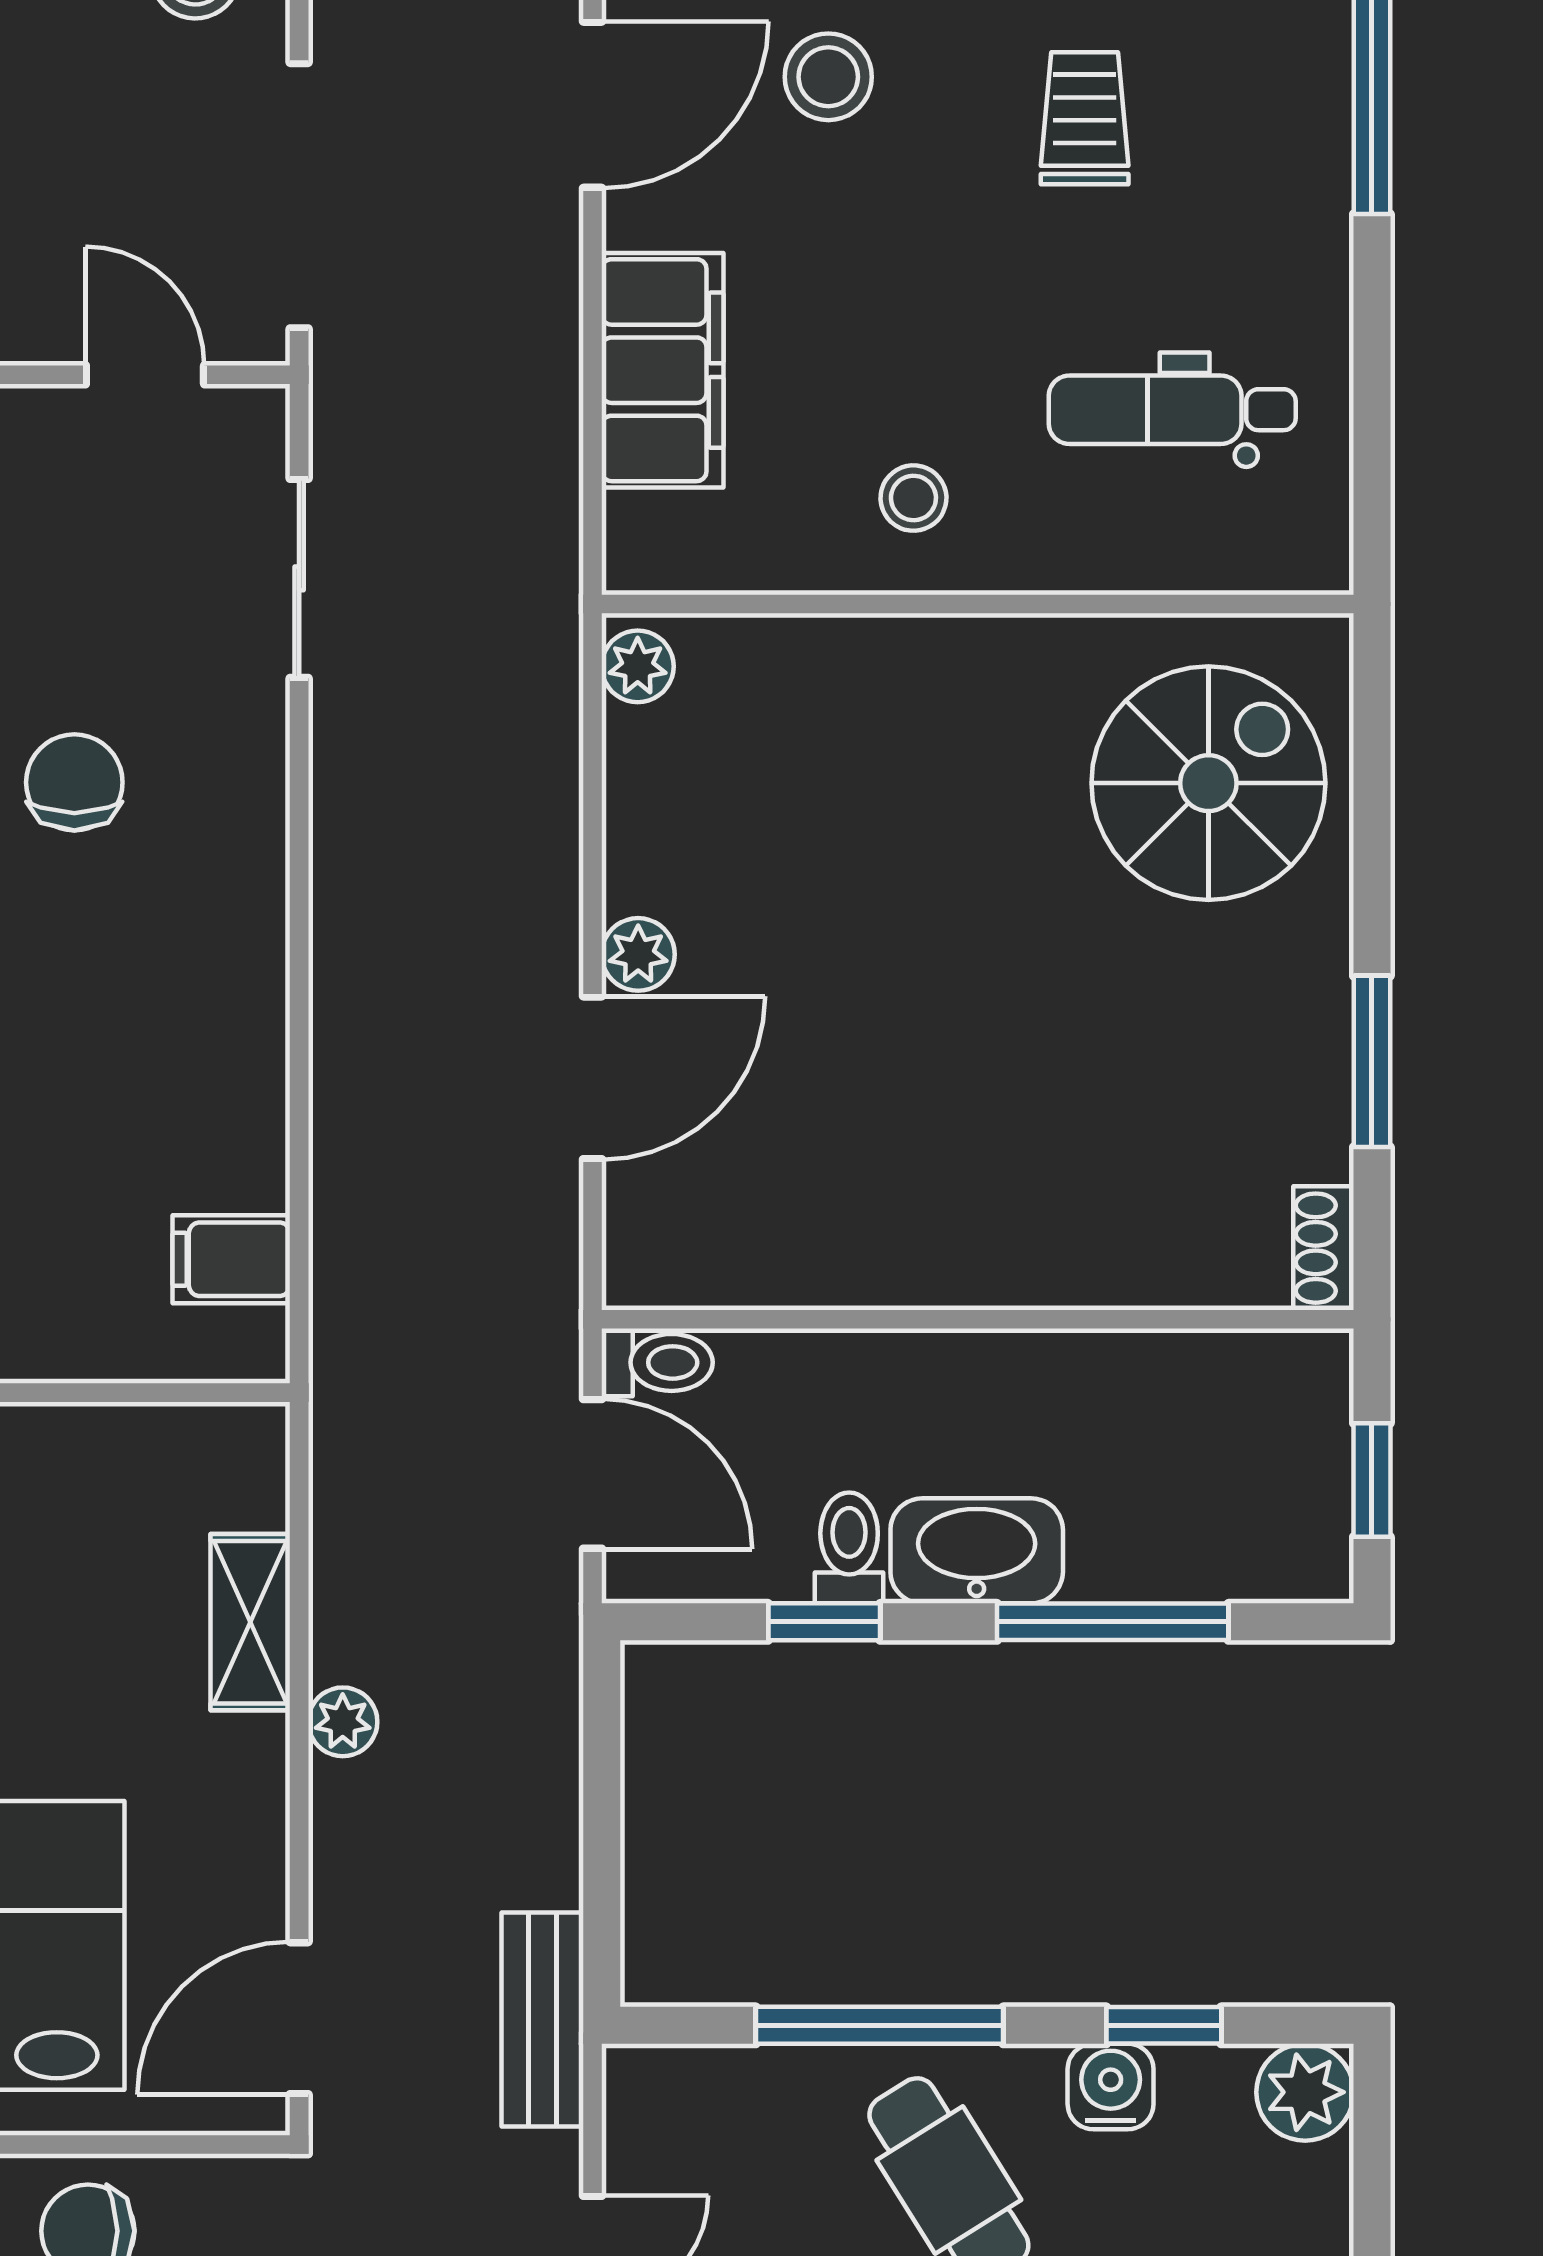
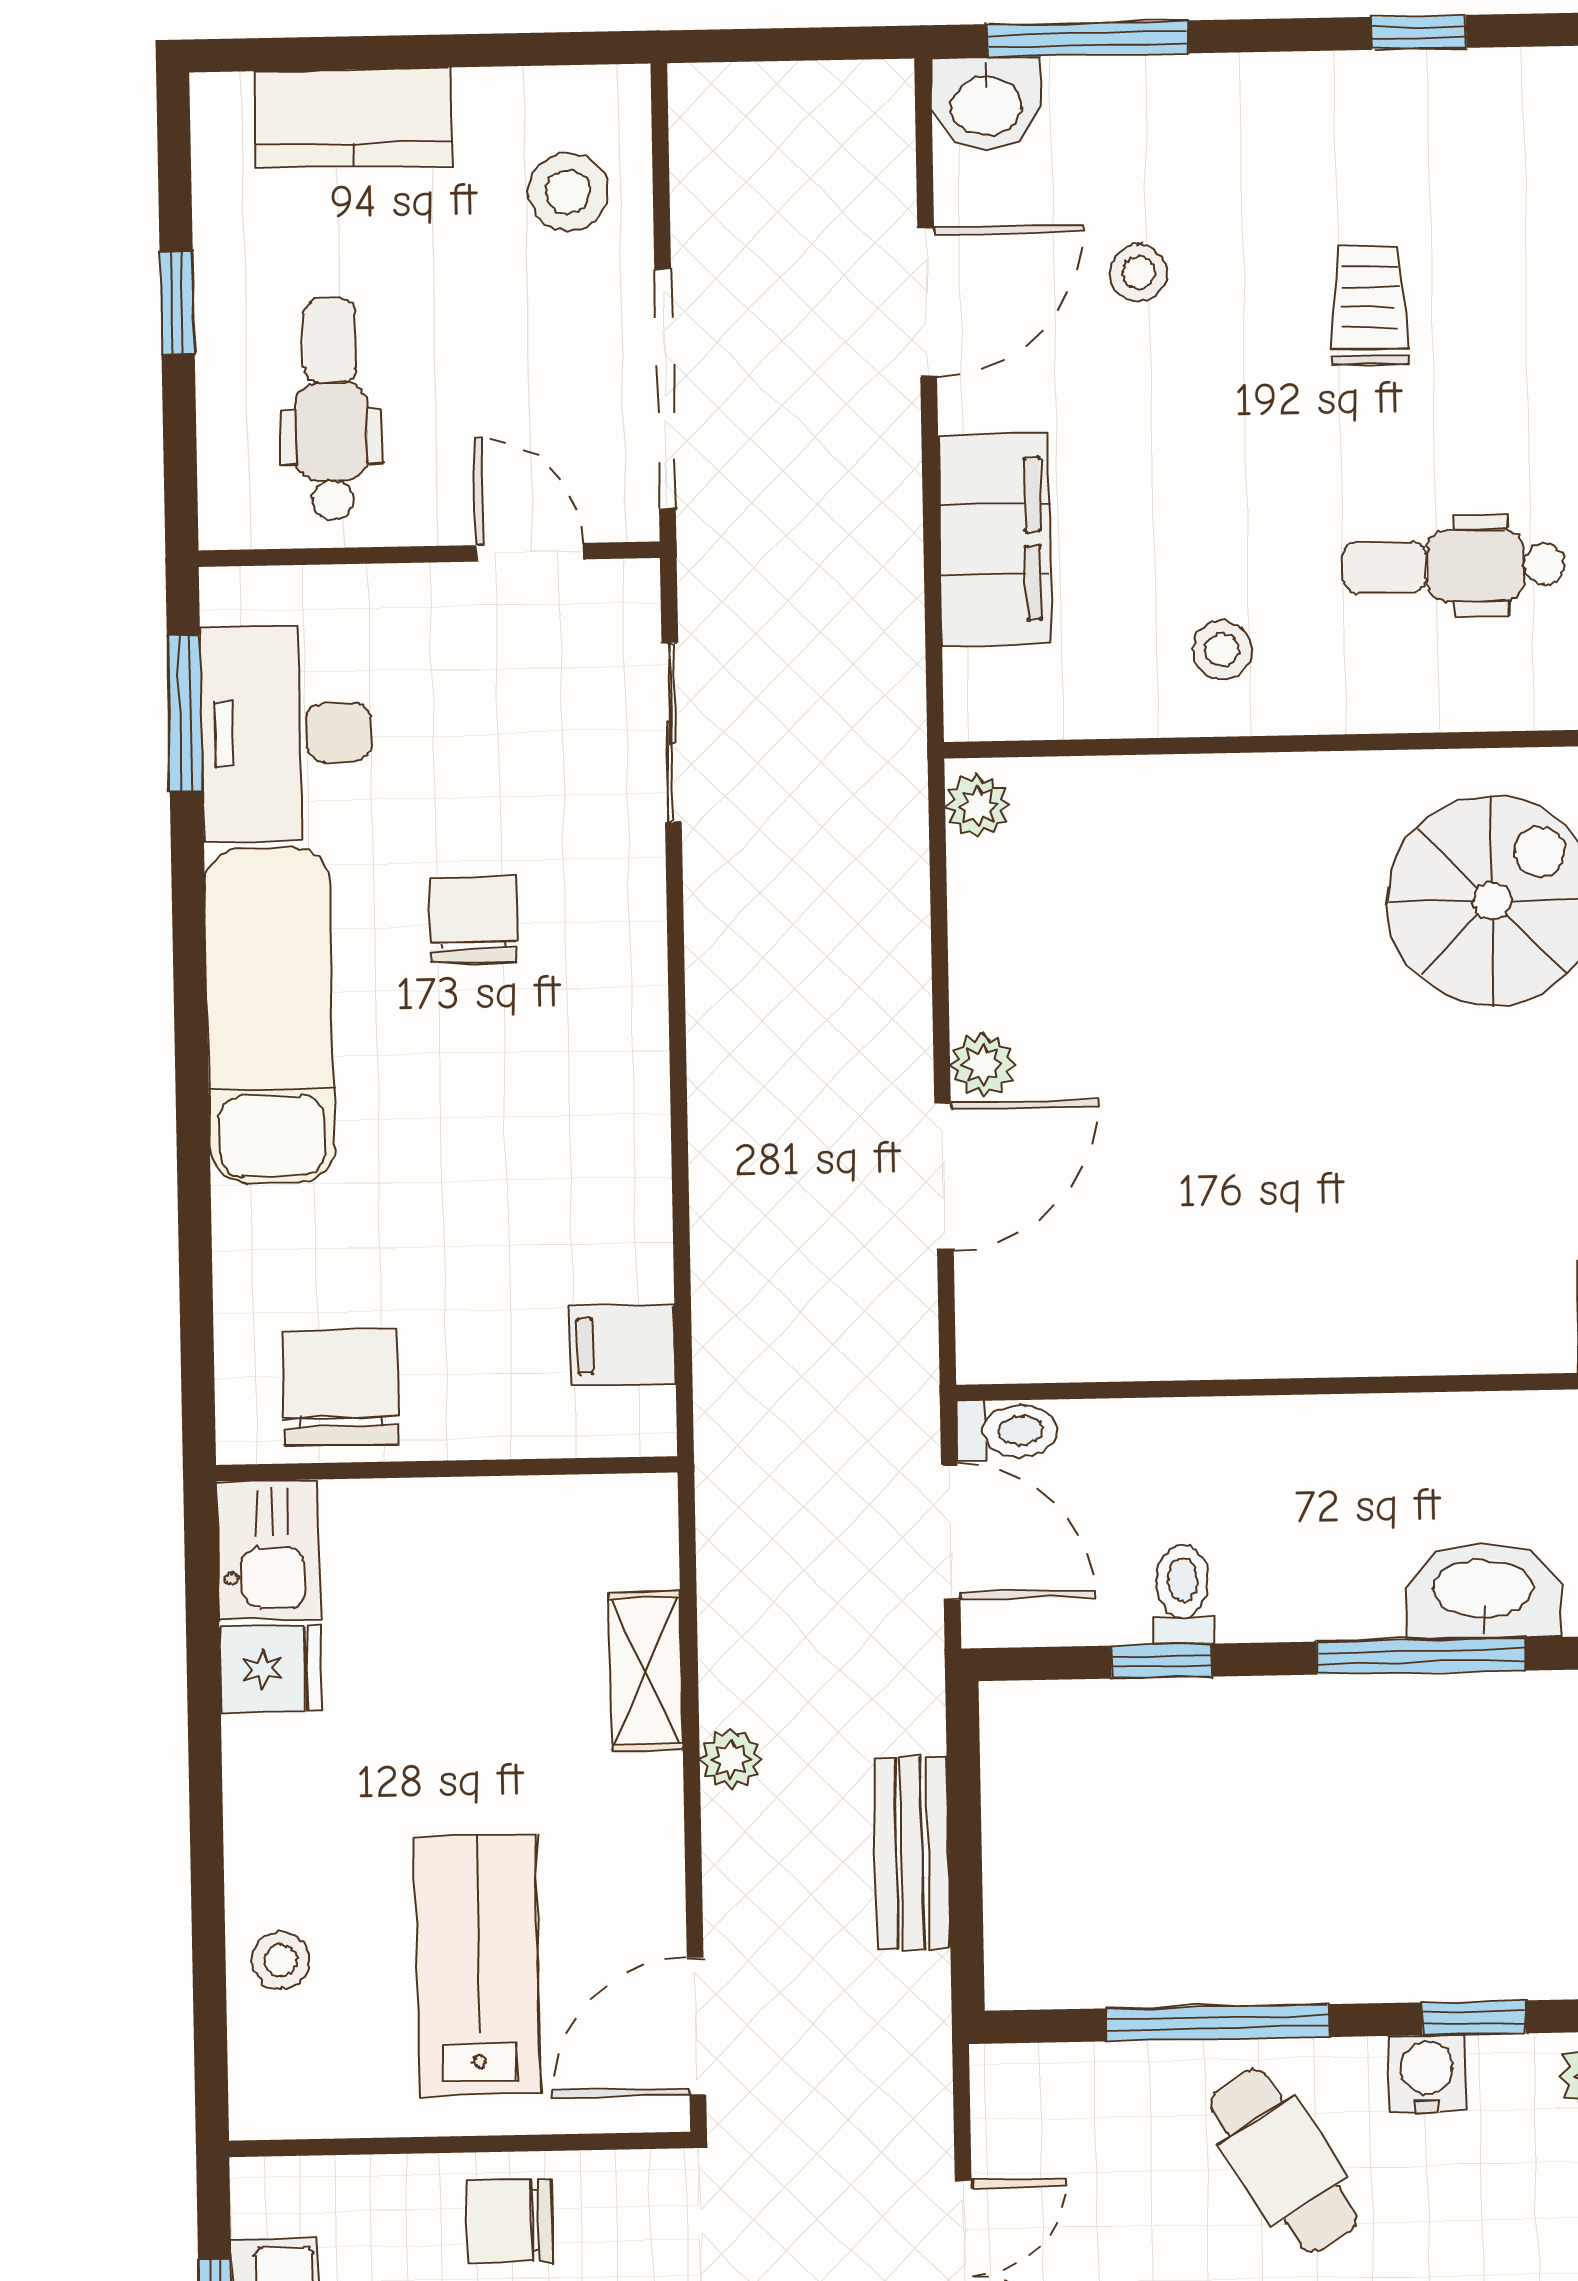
stool: (828, 77) -> (1138, 273), width x0.73, depth x0.73
washbasin: (977, 1551) -> (1483, 1591), moved
bench: (542, 2019) -> (912, 1853), moved

